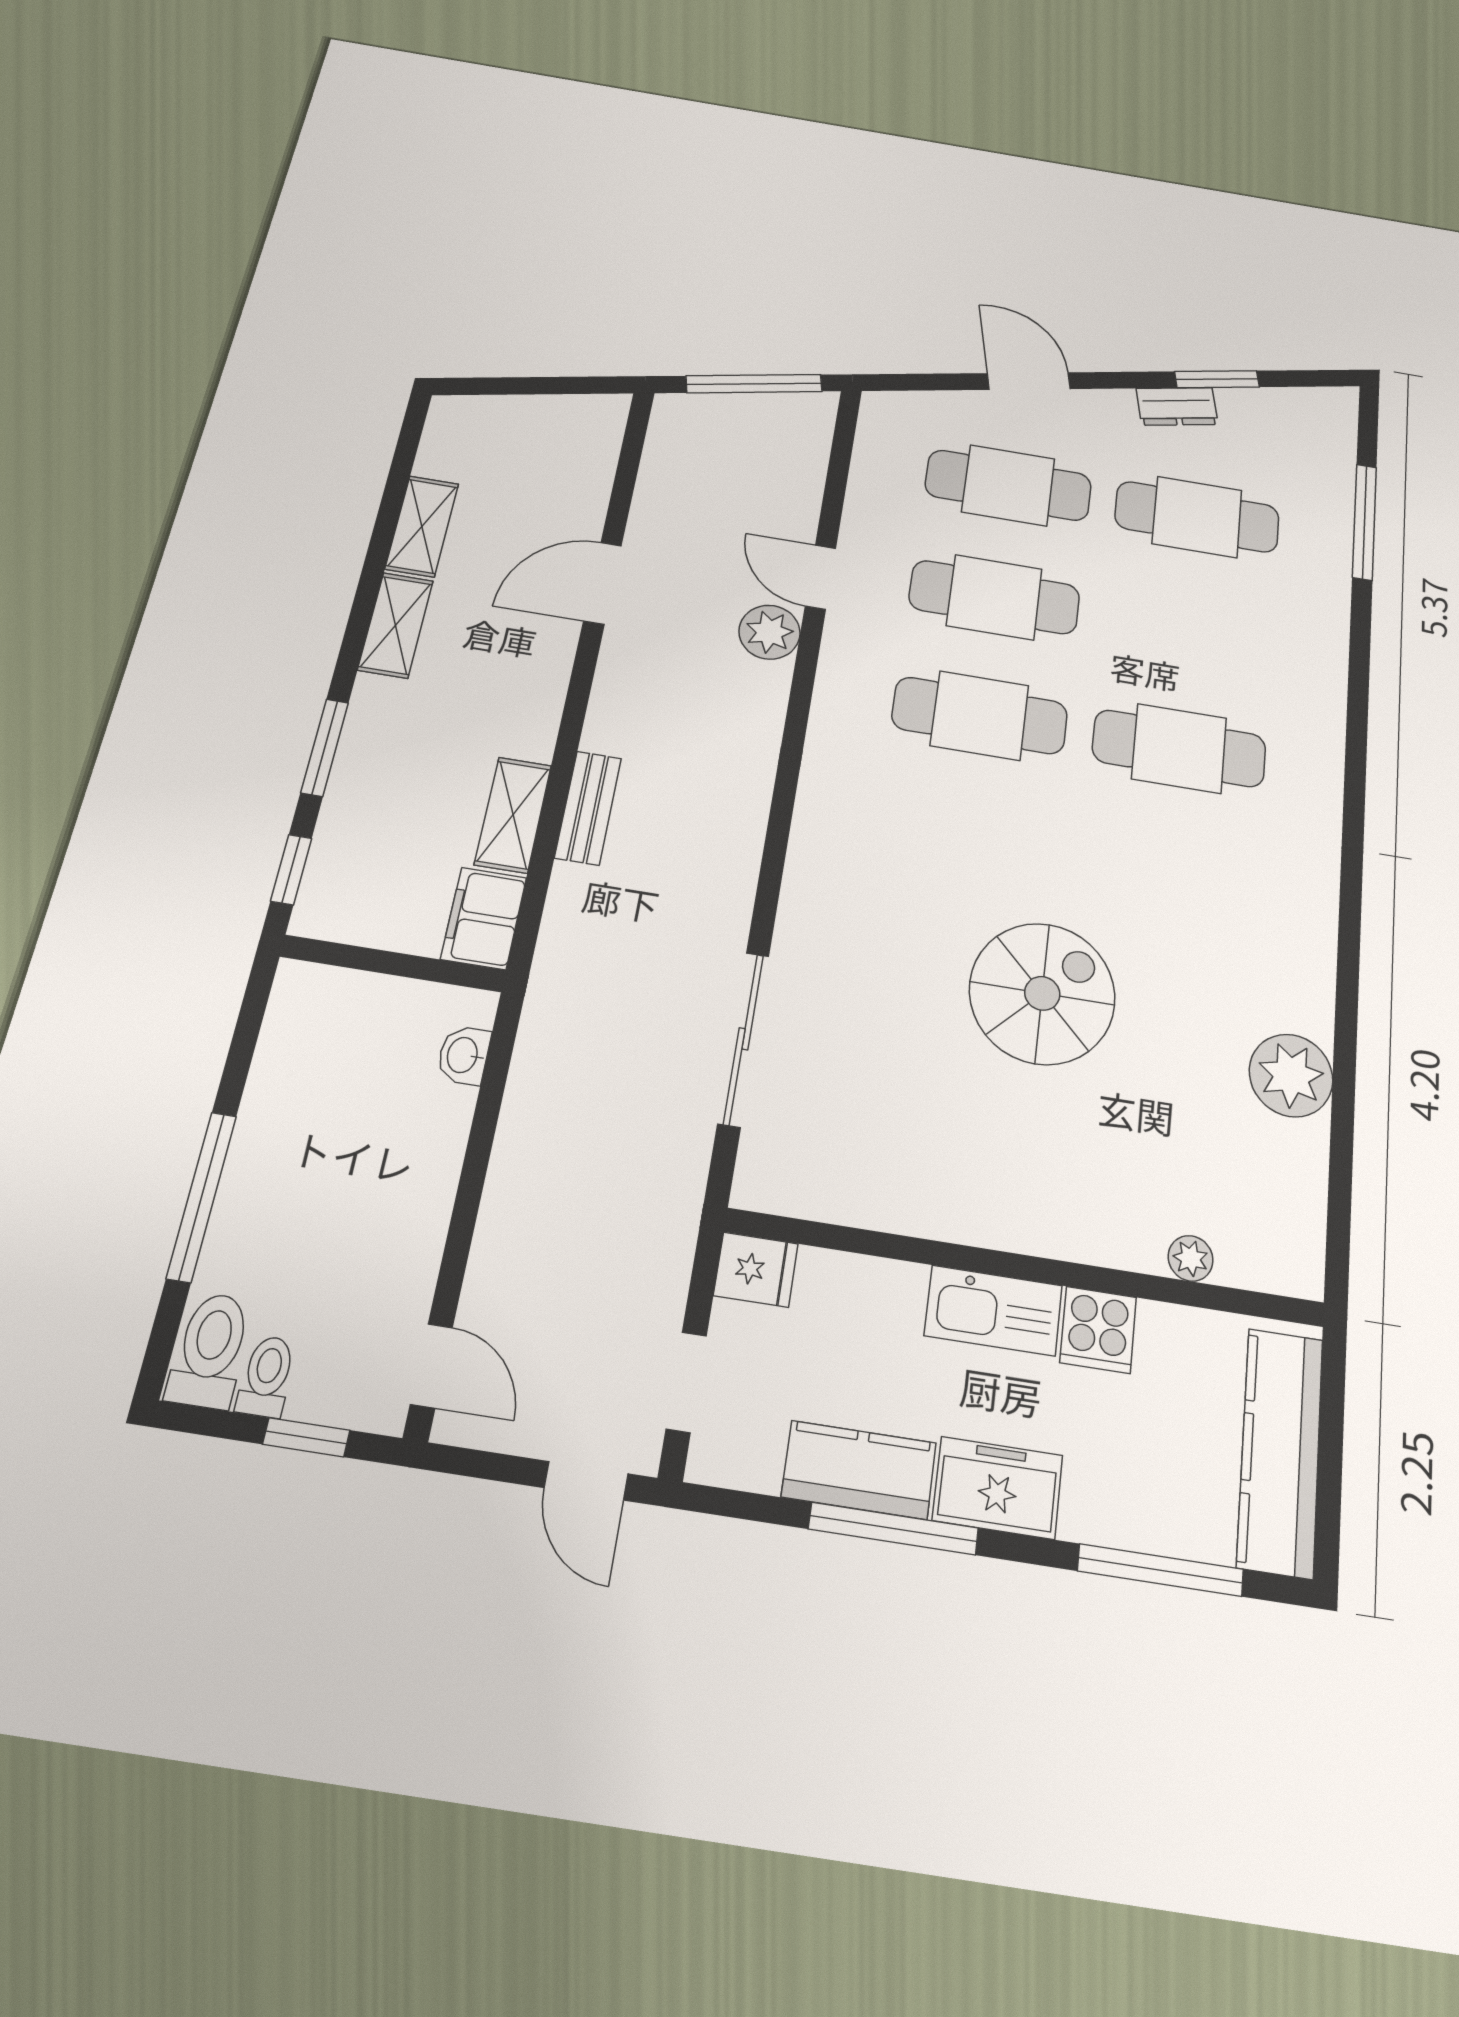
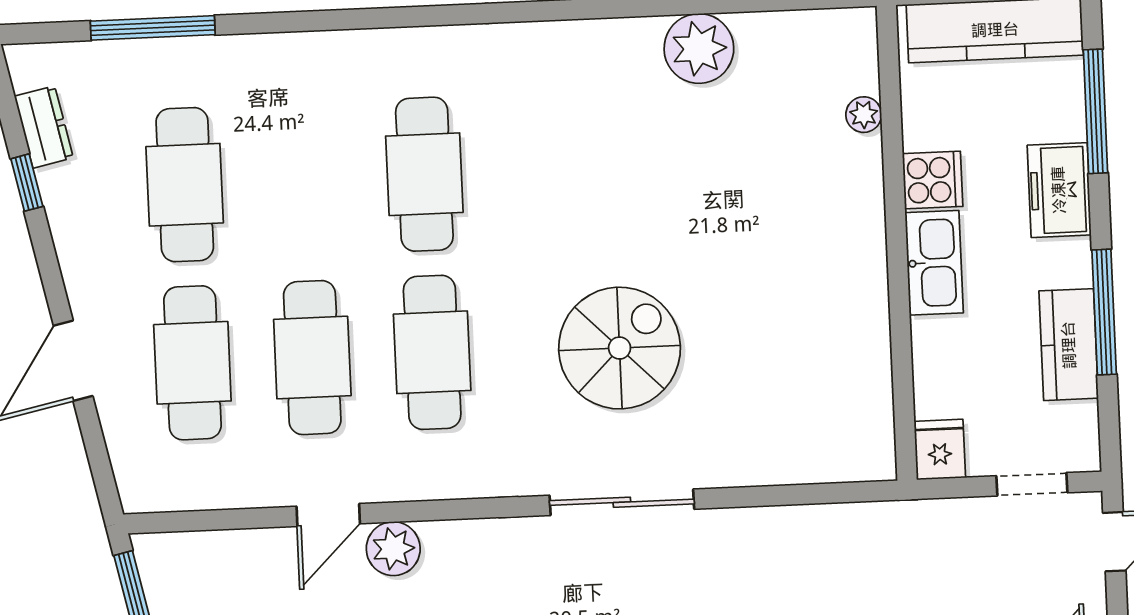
window: (1217, 379) -> (27, 183), width x0.67
dresser: (1177, 406) -> (44, 127), moved
spiral stairs: (1042, 993) -> (620, 348), moved, turned 90
sliding door: (743, 1039) -> (622, 502), moved
freezer: (998, 1488) -> (1059, 190), moved

